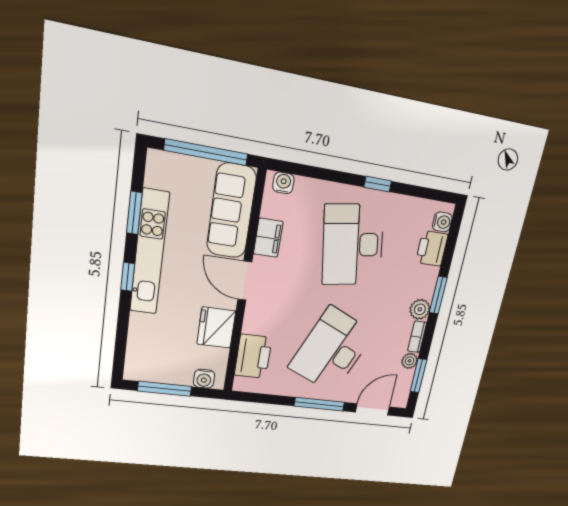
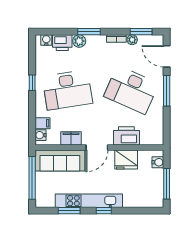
filing cabinet: (304, 190) -> (42, 123), added
plant: (420, 309) -> (79, 41), moved
printer: (253, 356) -> (126, 136), moved

